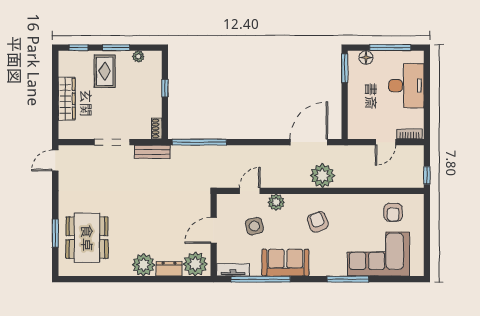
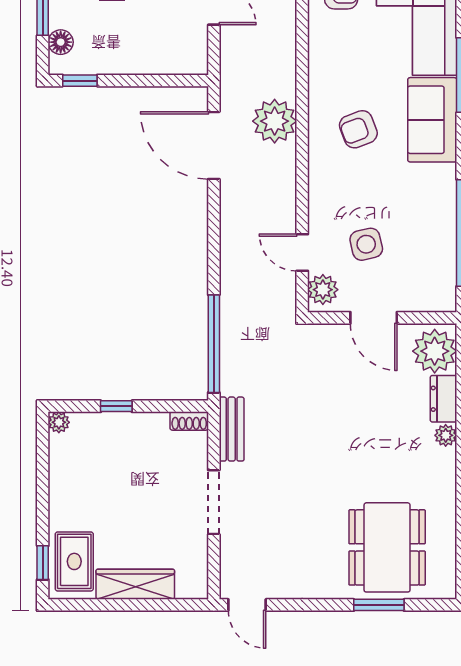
window: (116, 48) -> (43, 495), removed
plant: (138, 56) -> (59, 422), moved
window: (345, 68) -> (80, 81), width x0.67
rug: (105, 71) -> (74, 561), moved, turned 90
plant: (276, 202) -> (323, 290), moved
dining table: (87, 238) -> (387, 547), turned 90
sofa: (285, 263) -> (432, 120), moved
plant: (144, 265) -> (446, 435), width x0.53, depth x0.53
tv unit: (233, 270) -> (445, 283), removed

